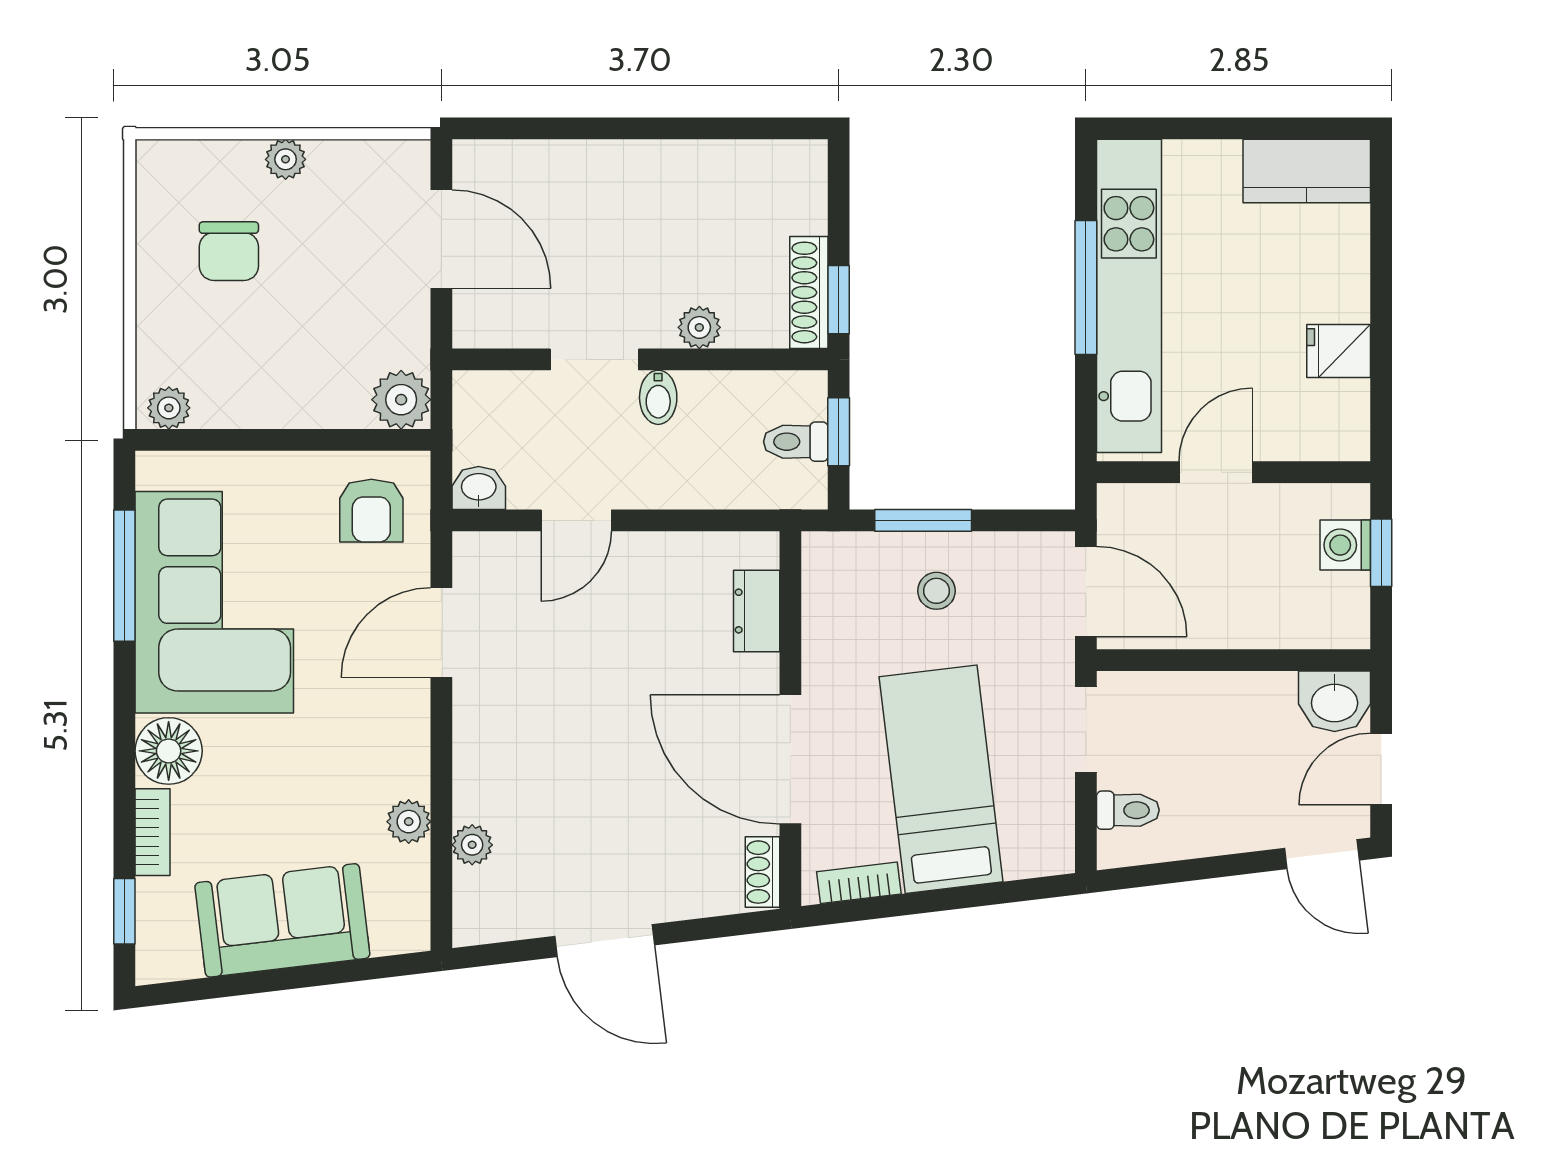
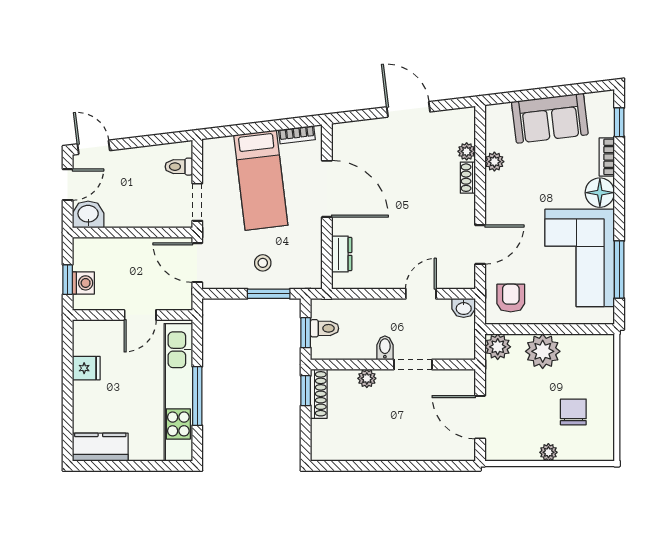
plant: (169, 408) -> (543, 351), moved, width x1.87, depth x1.87
shoe rack: (762, 872) -> (468, 178), moved, turned 180

